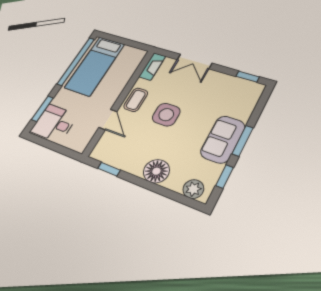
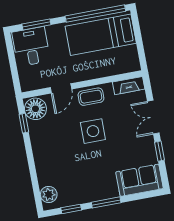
window: (248, 77) -> (160, 151), moved
sofa: (223, 139) -> (139, 180), moved
floor lamp: (156, 171) -> (35, 109), moved

